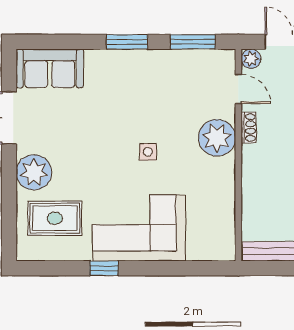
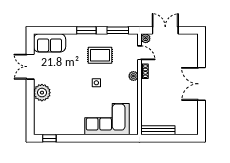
plant: (217, 138) -> (133, 76), width x0.53, depth x0.53
rug: (55, 218) -> (100, 55), moved
corner sofa: (139, 228) -> (107, 119), moved
window: (104, 268) -> (49, 138), moved

